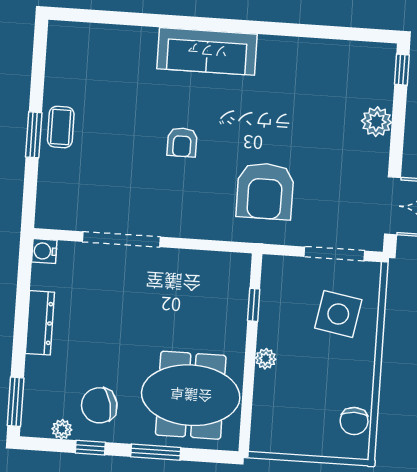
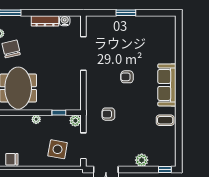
coffee table: (61, 127) -> (165, 120), moved
armchair: (265, 191) -> (108, 114), width x0.53, depth x0.53
water cooler: (44, 251) -> (65, 21), moved
plant: (275, 268) -> (75, 121), added

